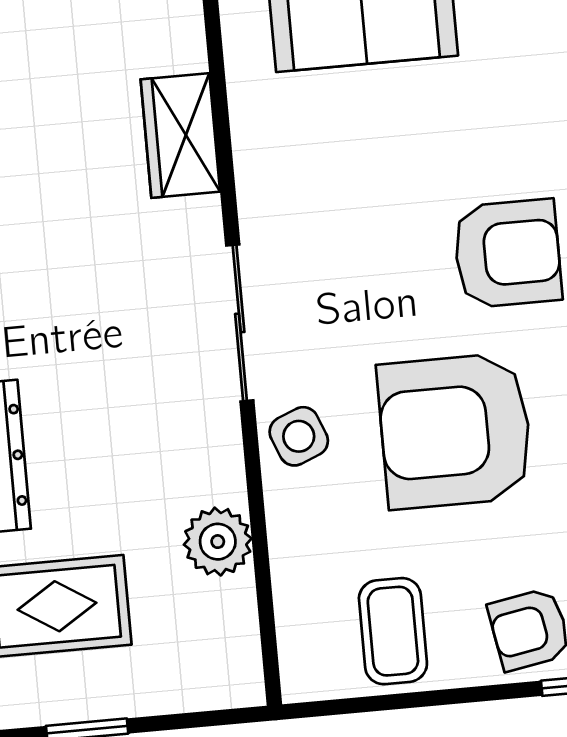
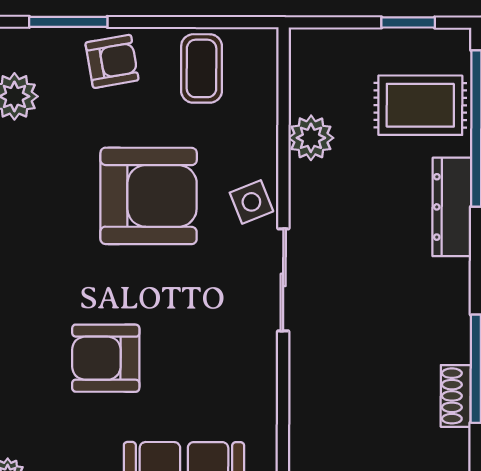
wardrobe: (180, 136) -> (311, 406), removed
armchair: (507, 253) -> (106, 358), moved

